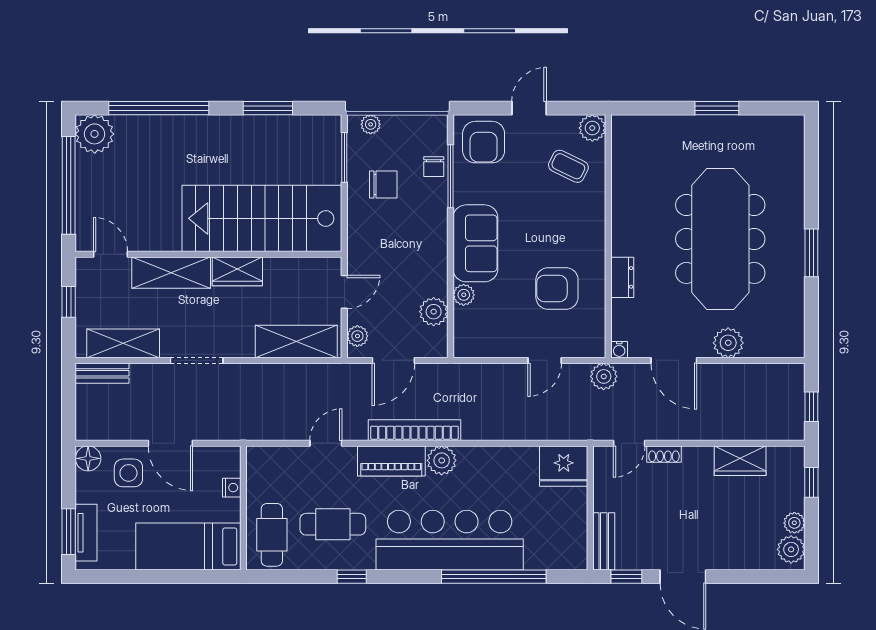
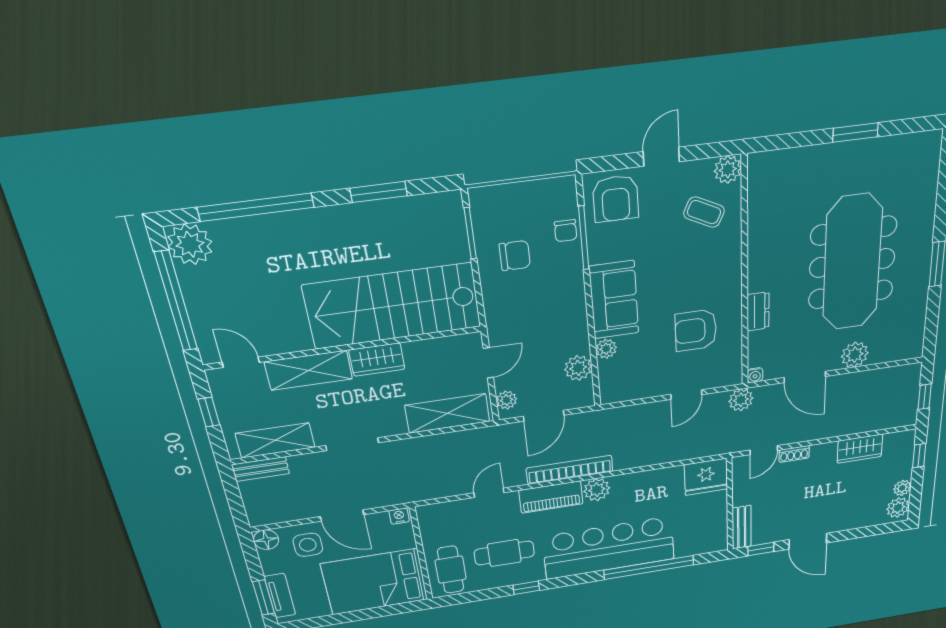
plant: (371, 124) -> (494, 195), removed
nightstand: (232, 488) -> (399, 516), moved, turned -90
bed: (188, 546) -> (375, 582), width x1.50

